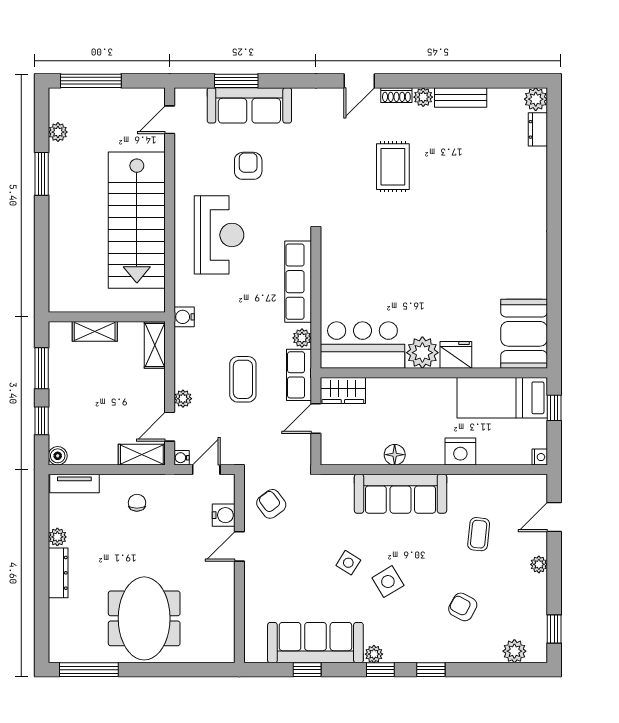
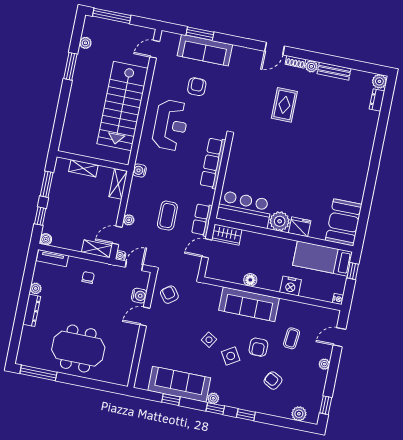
plant: (302, 338) -> (208, 198), removed
armchair: (429, 559) -> (258, 347), added
meeting table: (144, 618) -> (78, 349), turned 90

